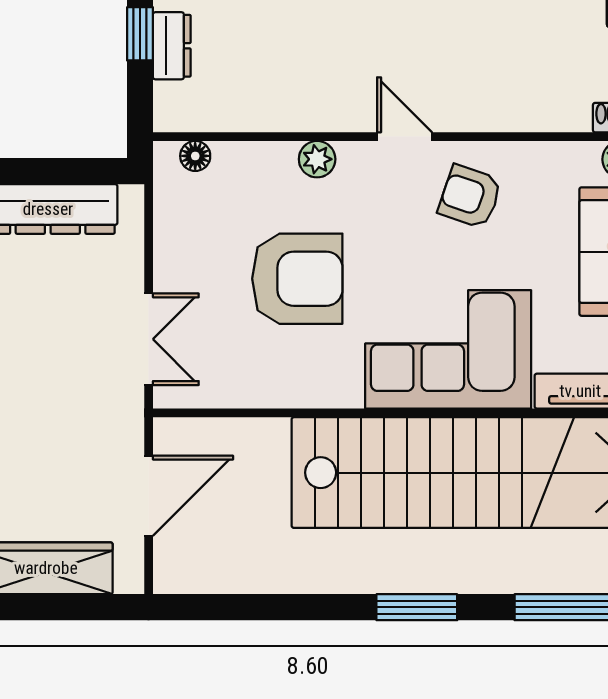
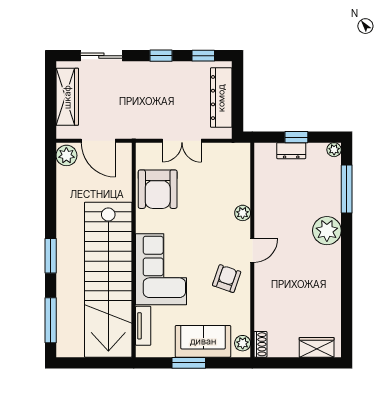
floor lamp: (195, 156) -> (244, 161), removed
armchair: (297, 279) -> (158, 189), moved
double door: (149, 339) -> (182, 141), moved
plant: (183, 570) -> (66, 155), added

